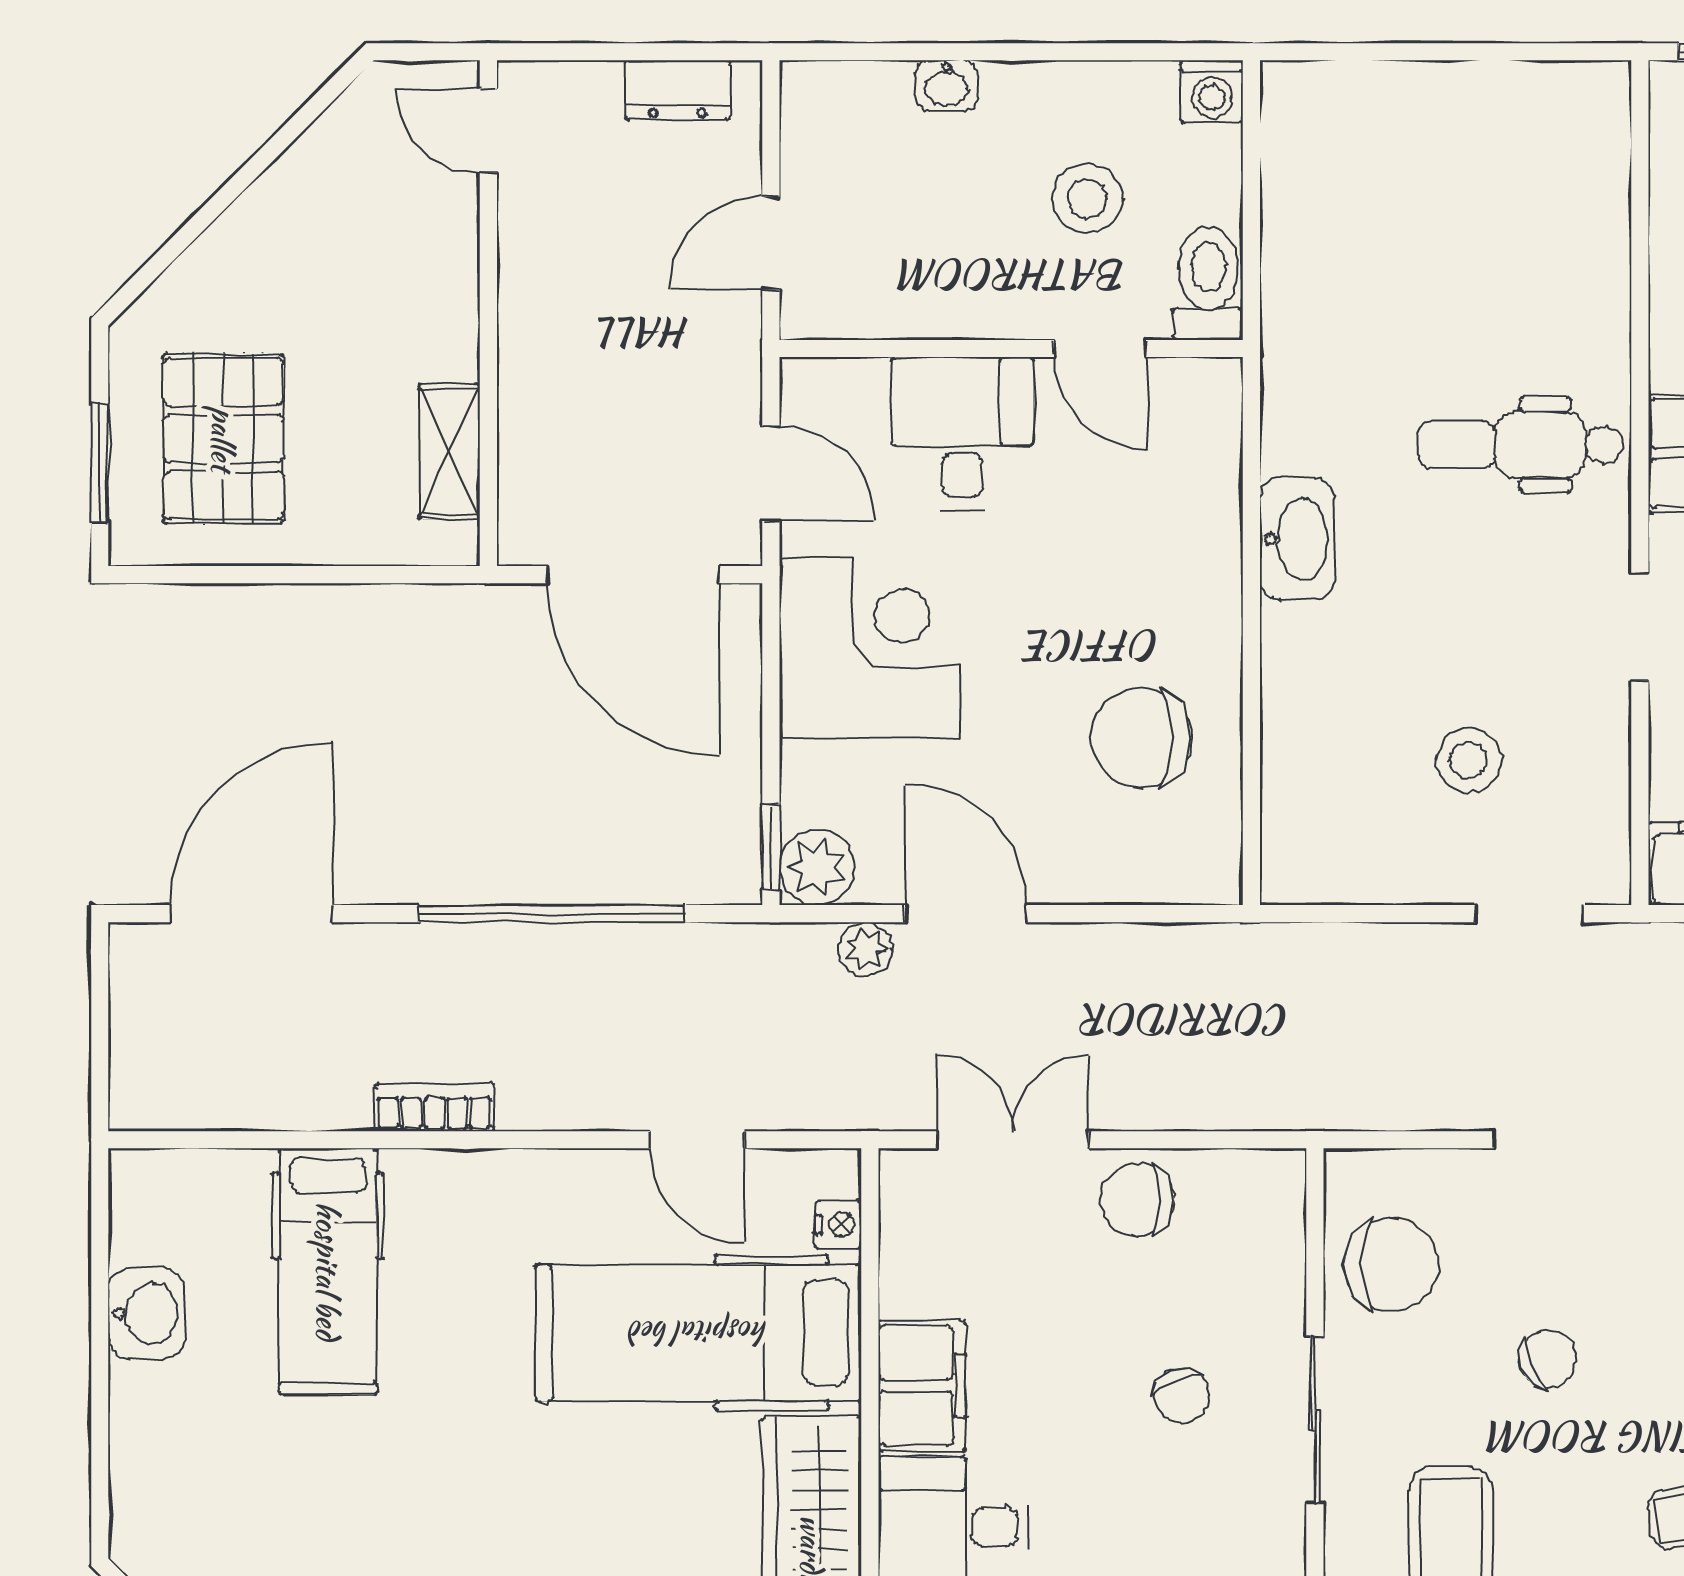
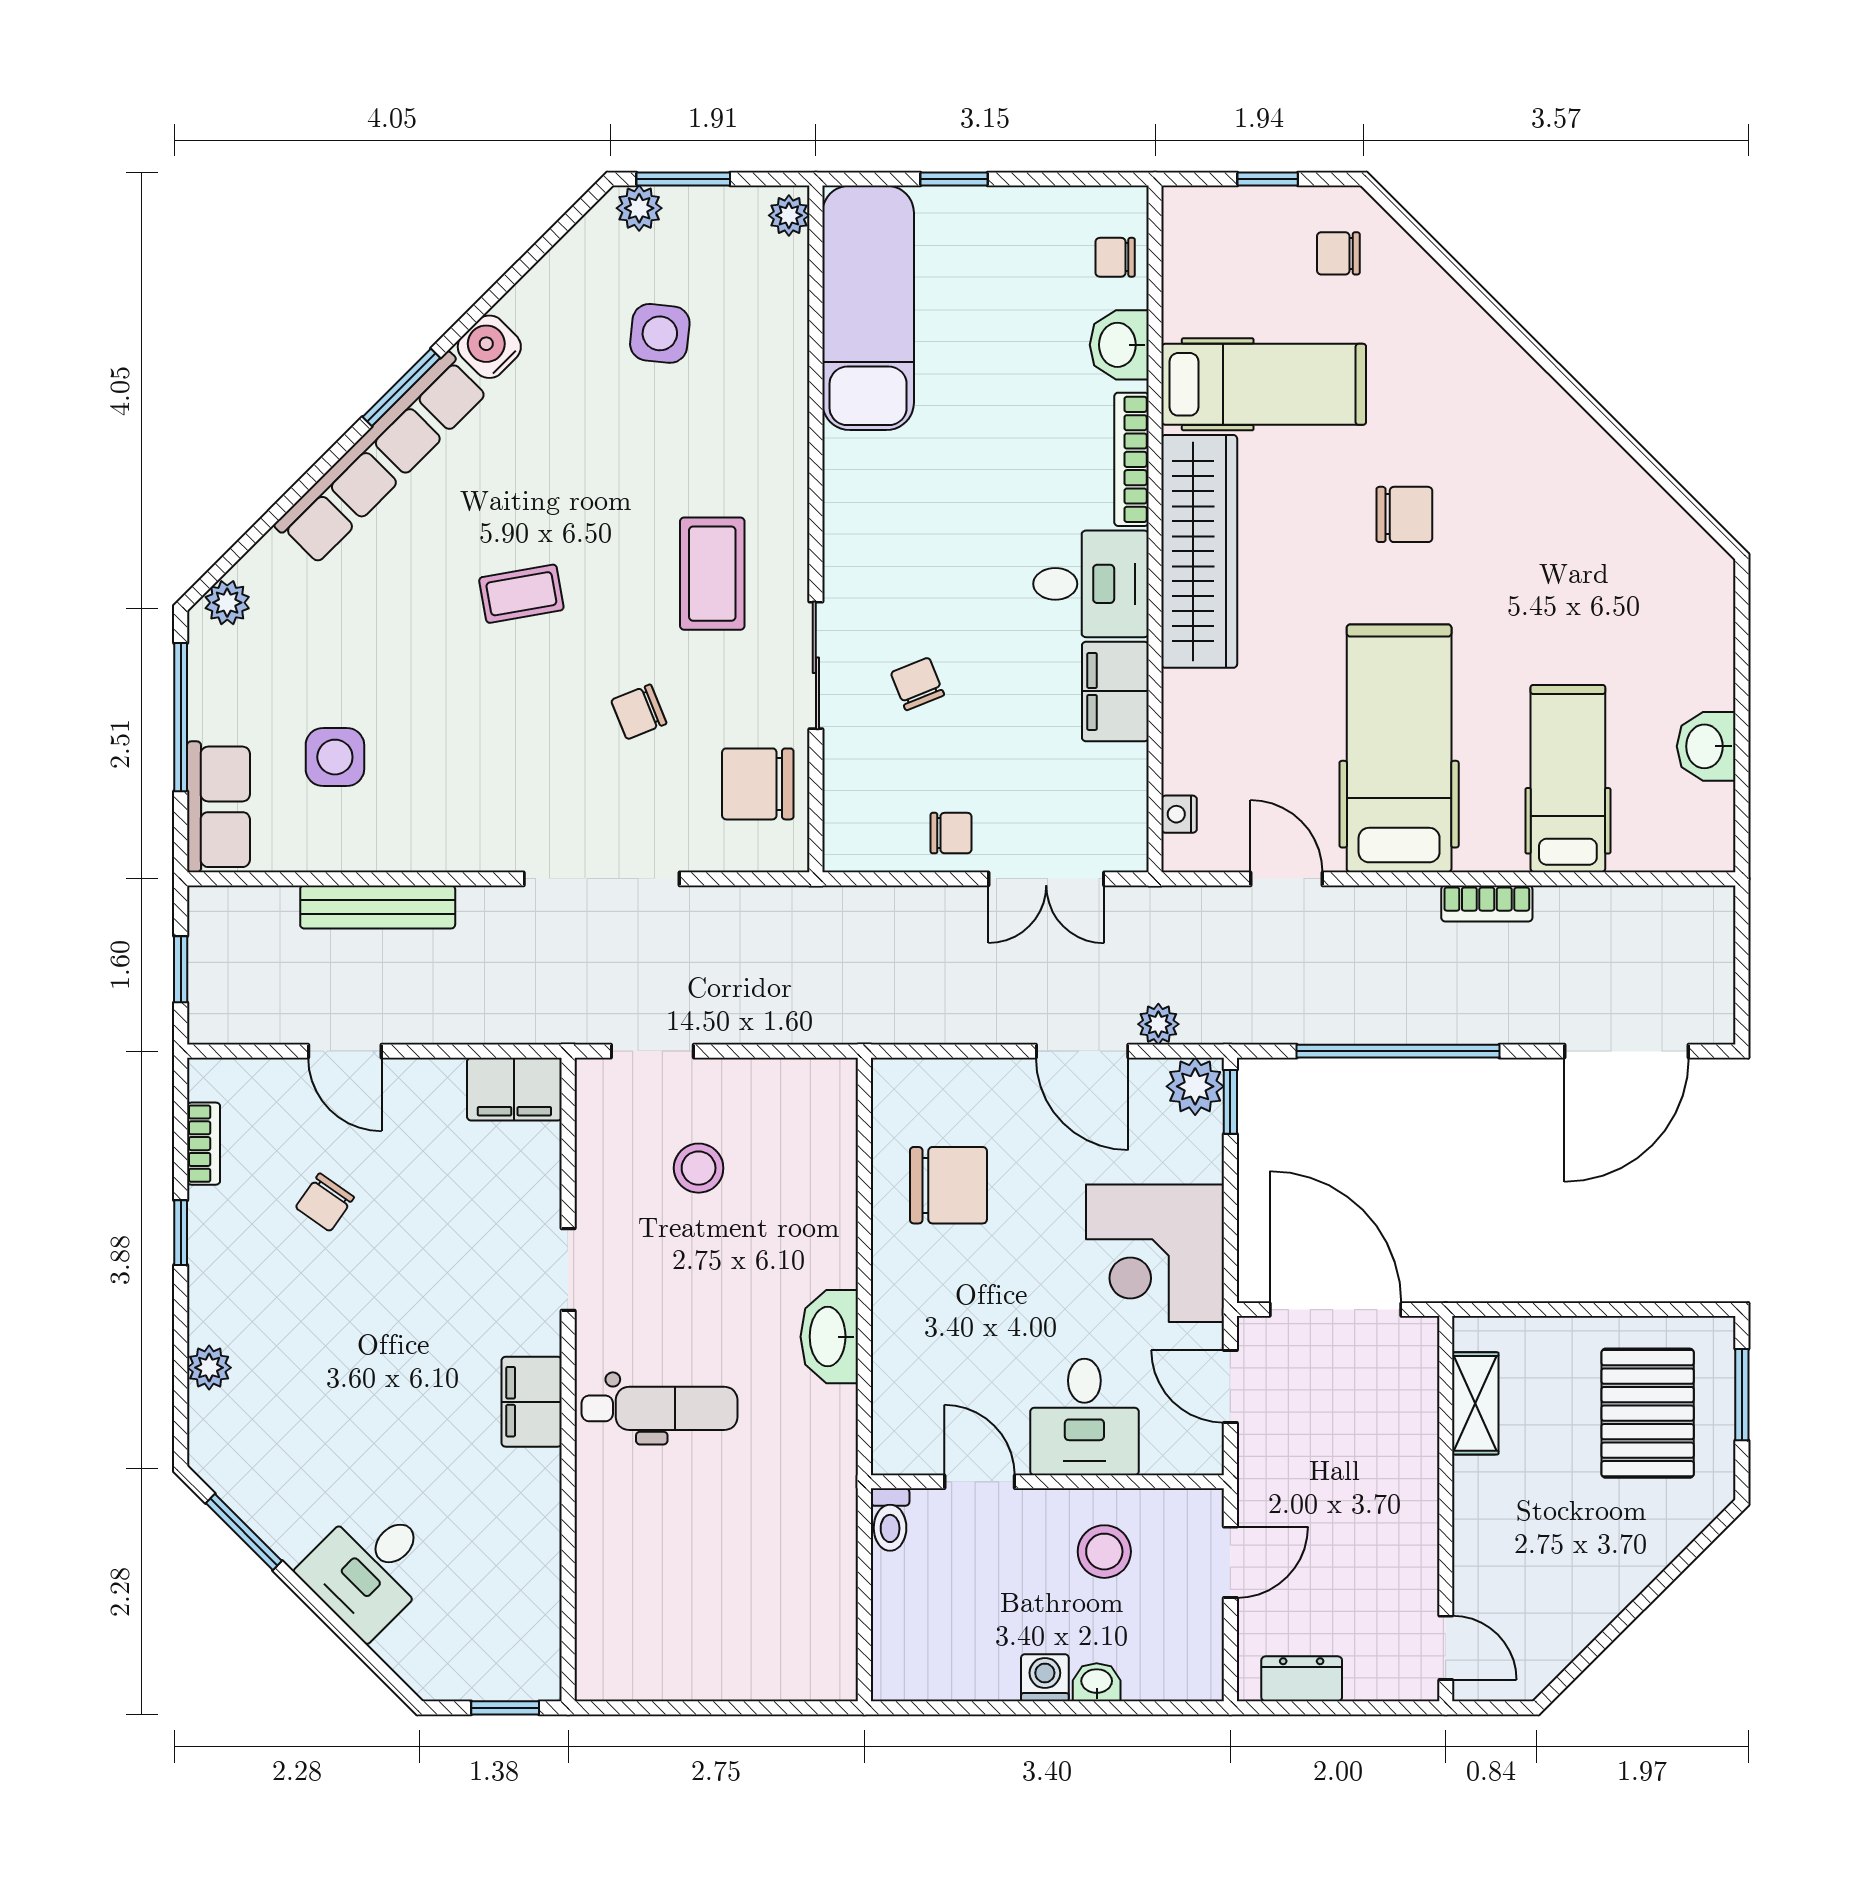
washing machine: (1212, 91) -> (1045, 1678), moved
stool: (1087, 198) -> (1104, 1552), moved
toilet: (1208, 283) -> (890, 1520), width x0.73, depth x0.72
chair: (1137, 1200) -> (951, 833), width x0.73, depth x0.73
hospital bed: (699, 1333) -> (1399, 748), moved, turned -90

